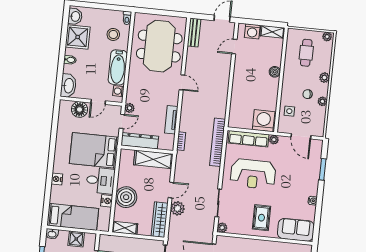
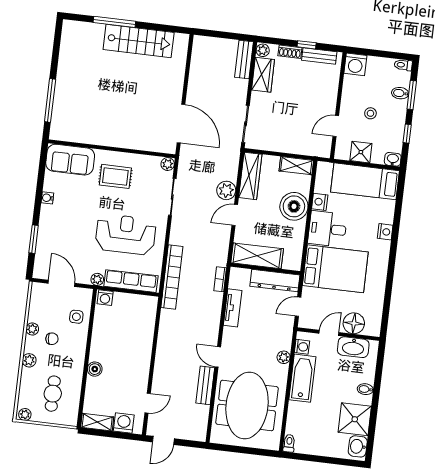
bench: (194, 33) -> (205, 385), moved
stool: (113, 34) -> (308, 422), removed
washbasin: (68, 86) -> (353, 347), moved, turned -90
plant: (130, 108) -> (284, 357), moved
washing machine: (264, 121) -> (105, 298), width x0.53, depth x0.53
rug: (261, 218) -> (115, 176), turned 90

